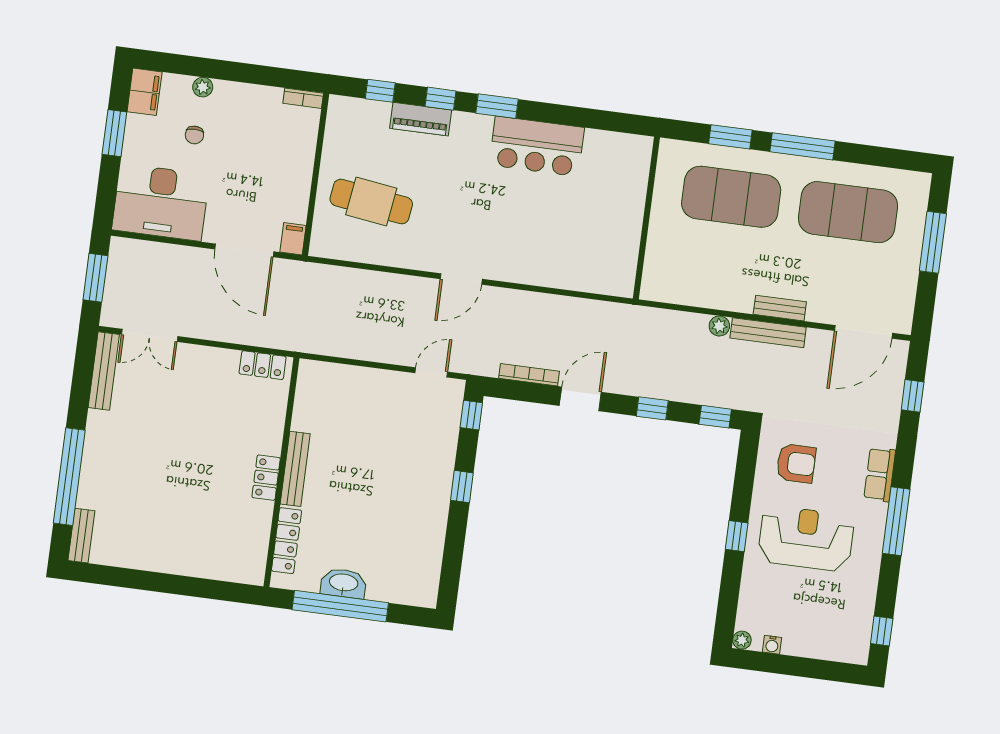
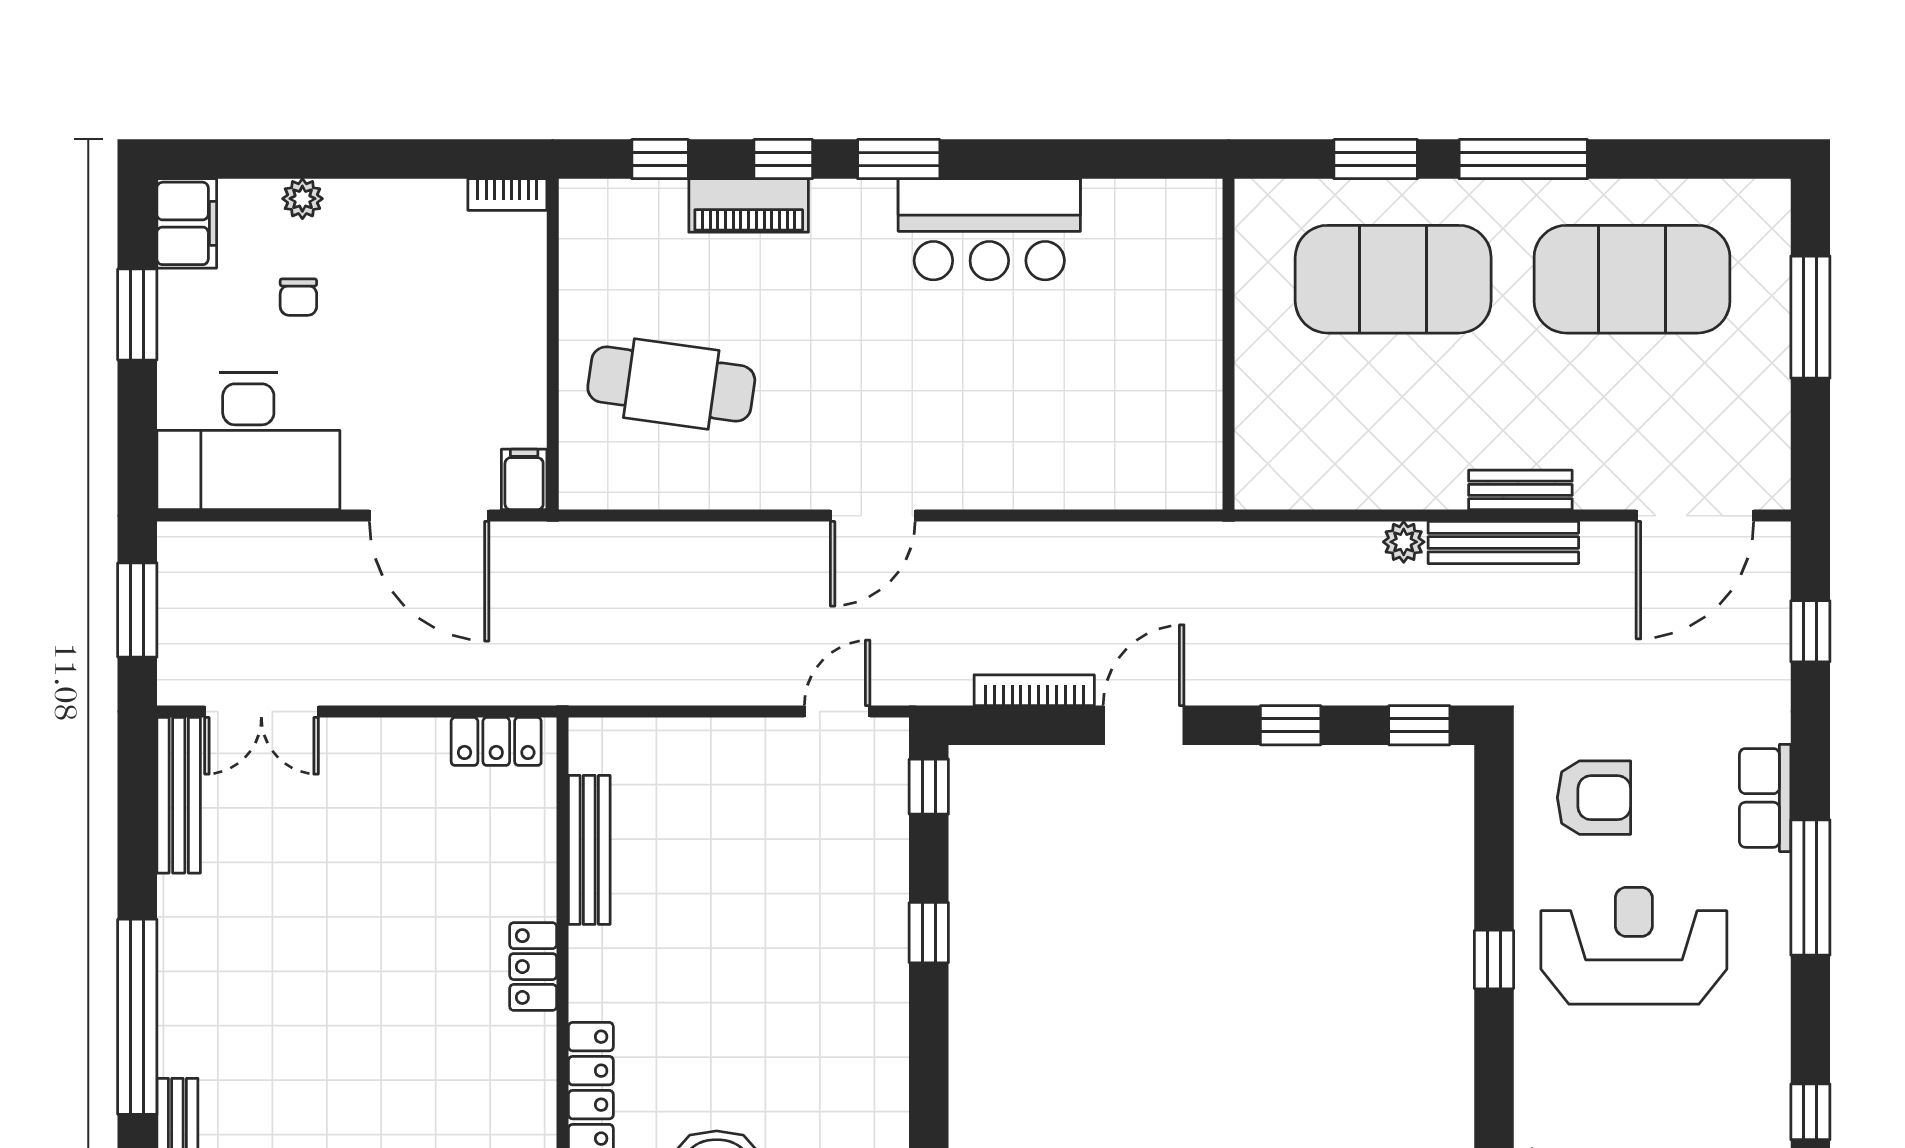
bench: (295, 469) -> (589, 850), moved

